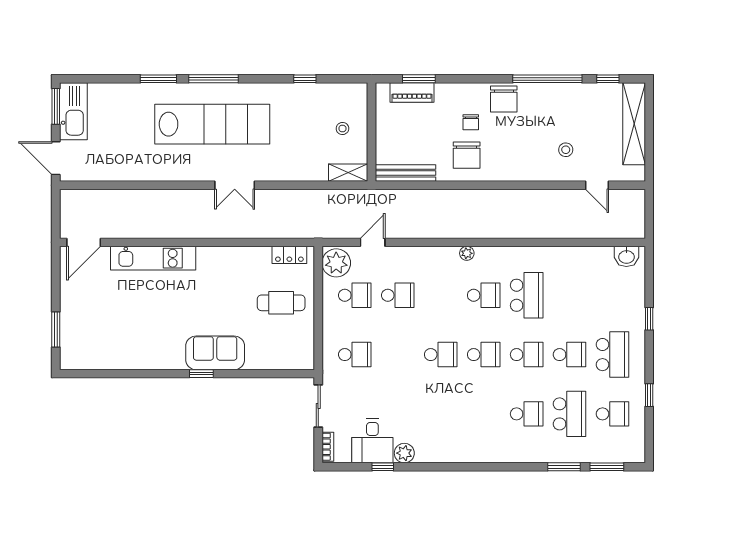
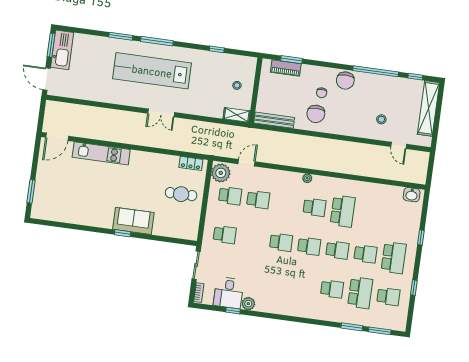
lab bench: (212, 124) -> (152, 71), turned 180

